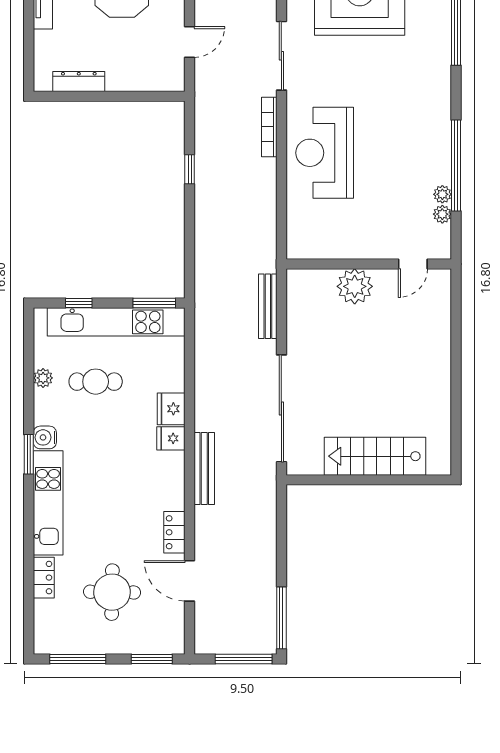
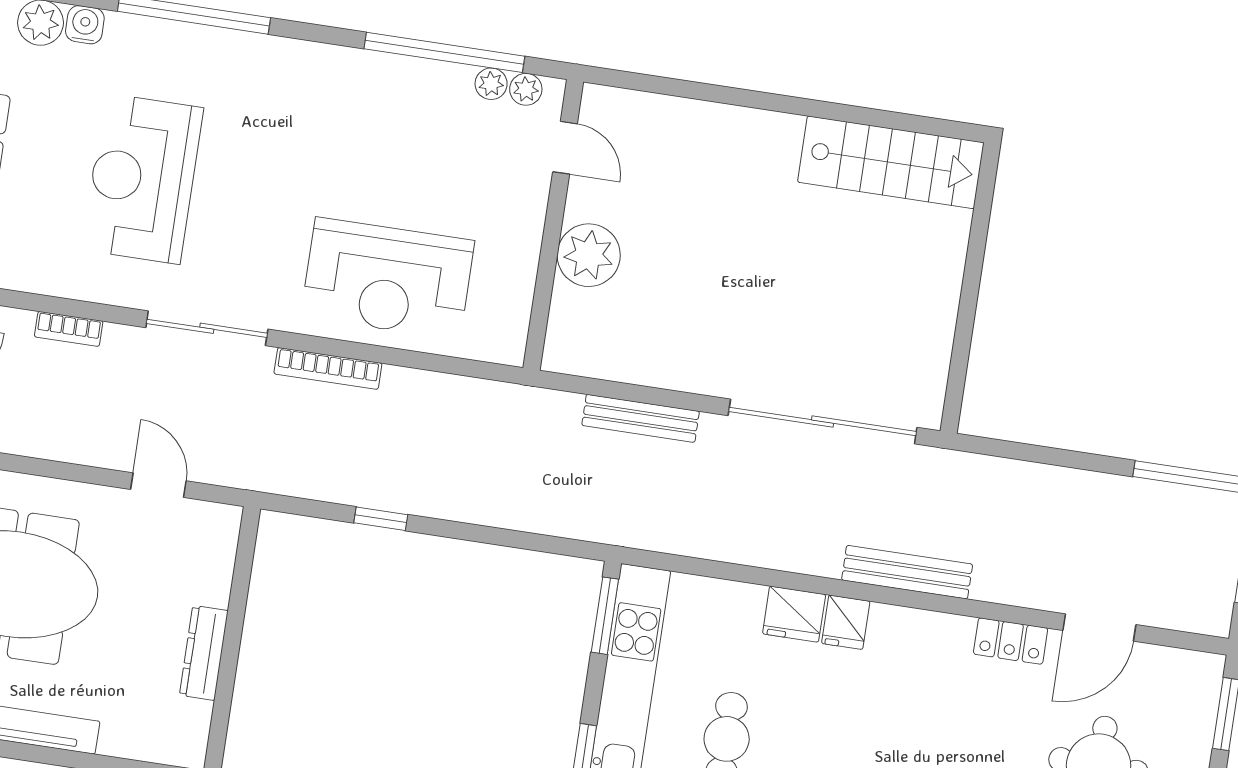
dresser: (79, 82) -> (204, 653), moved
wall: (369, 264) -> (553, 225), moved
door: (413, 264) -> (565, 148), moved
plant: (355, 286) -> (589, 255), moved
stairs: (375, 456) -> (891, 162), moved, turned -90

